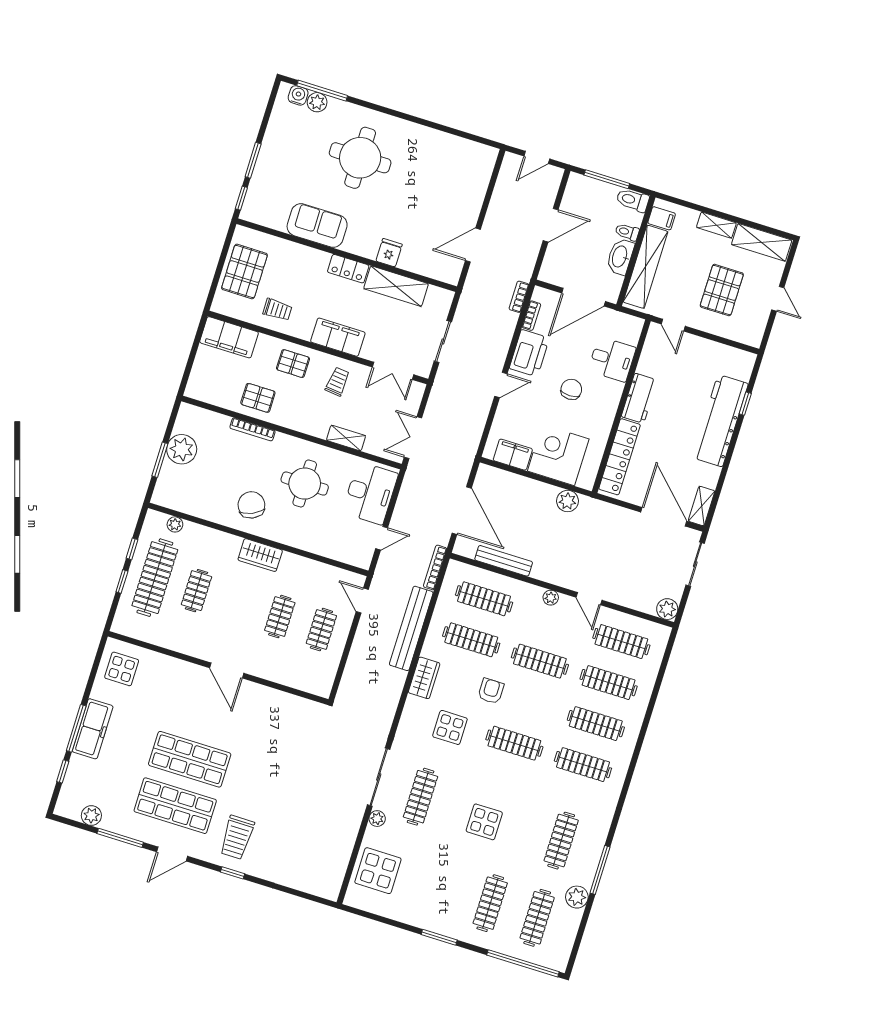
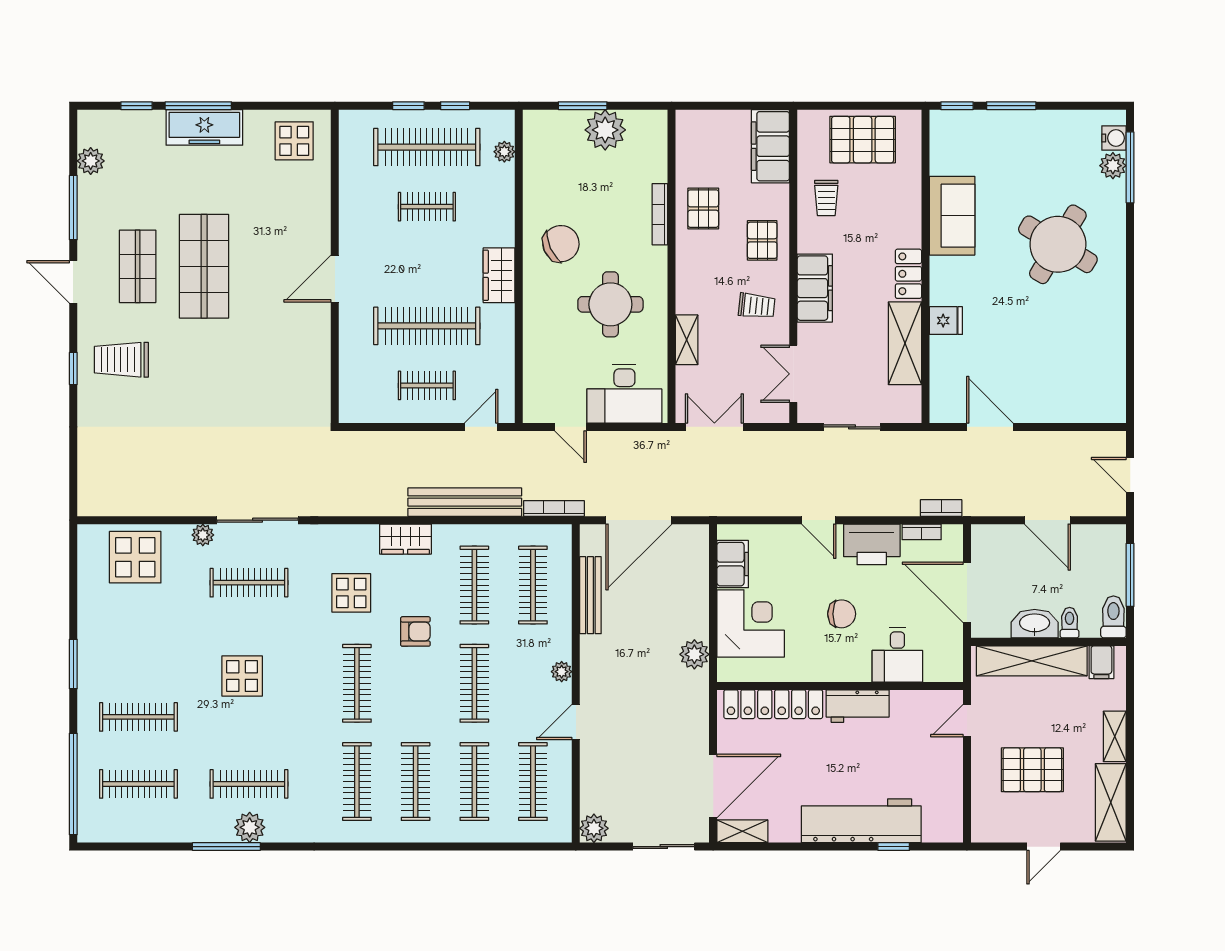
round table: (360, 158) -> (1058, 244), turned 31
clothes rail: (280, 617) -> (427, 326), width x1.86, depth x1.31
shop shelf: (175, 806) -> (138, 266), width x0.70, depth x0.74
plant: (577, 897) -> (250, 827), moved

